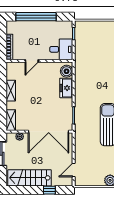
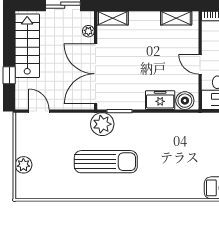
door: (32, 61) -> (200, 64), moved
shelving: (11, 91) -> (176, 18), moved
plant: (82, 127) -> (102, 124), added

